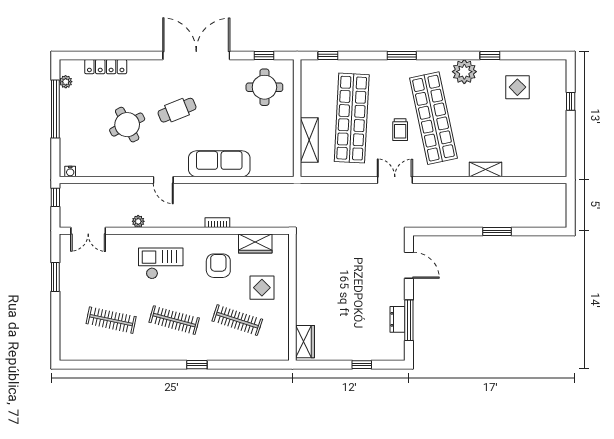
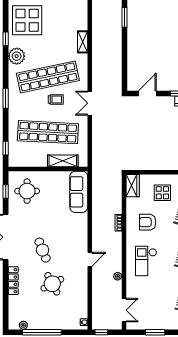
locker: (106, 67) -> (13, 281), moved
display table: (517, 87) -> (27, 20), width x1.86, depth x1.86
sofa: (219, 164) -> (79, 192), moved
window: (497, 231) -> (124, 17), moved
wardrobe: (255, 243) -> (133, 186), moved

